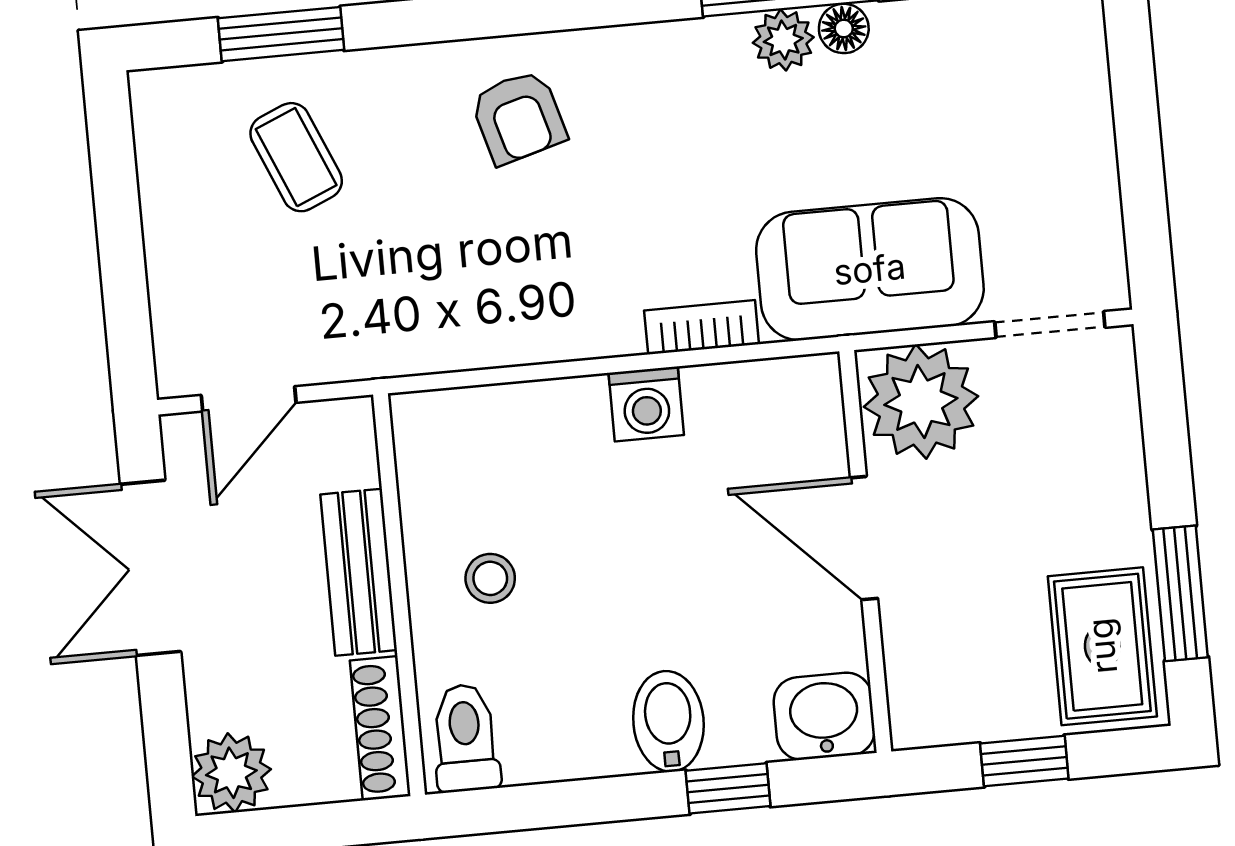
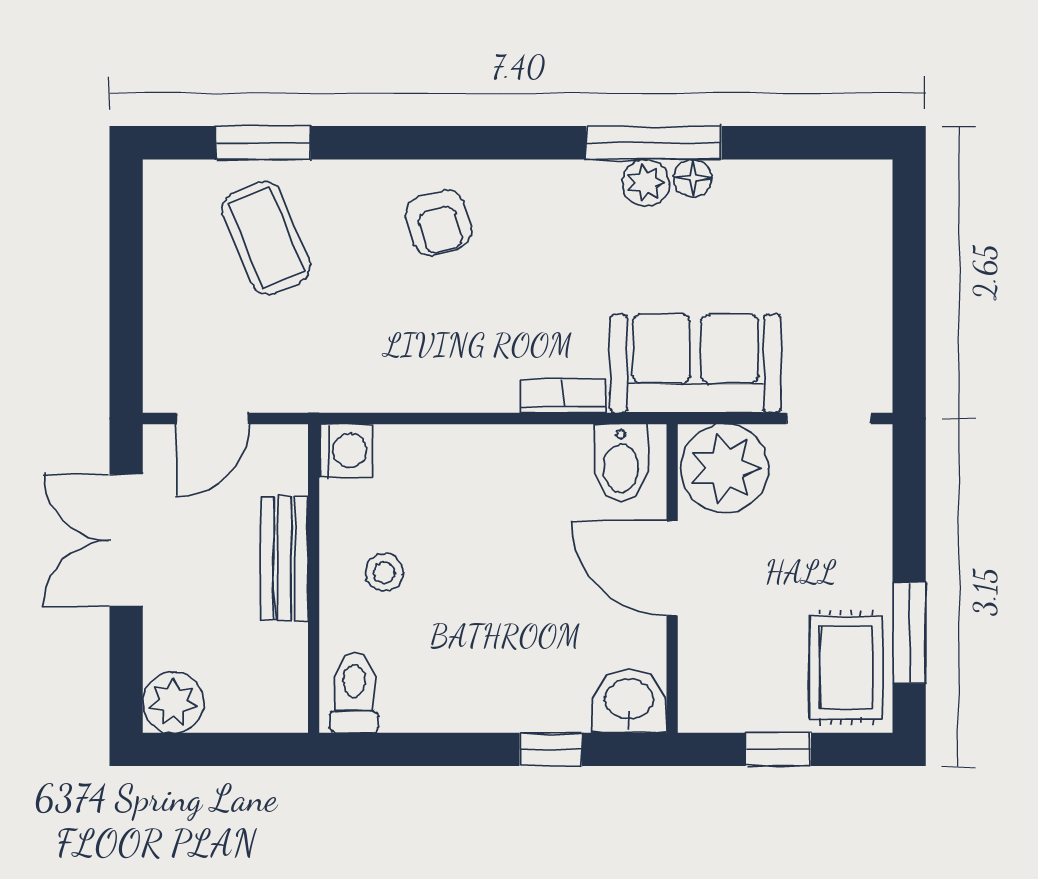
coffee table: (296, 157) -> (266, 238), width x1.36, depth x1.30
washing machine: (646, 404) -> (346, 451), moved, turned -90
bidet: (668, 721) -> (621, 463), moved, turned 180
shoe rack: (380, 728) -> (290, 679), removed

